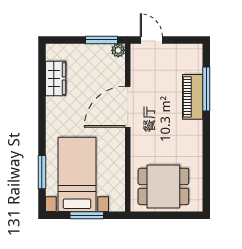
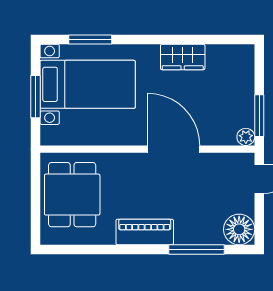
floor lamp: (191, 56) -> (239, 229), added
wardrobe: (56, 79) -> (183, 57), moved
piano: (193, 97) -> (145, 232), moved

